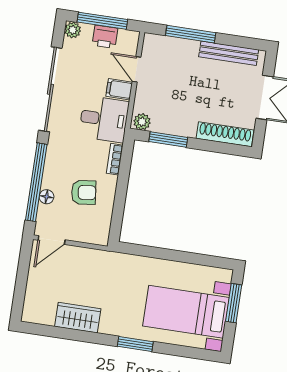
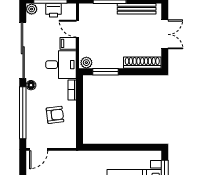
floor lamp: (47, 197) -> (31, 85), moved

